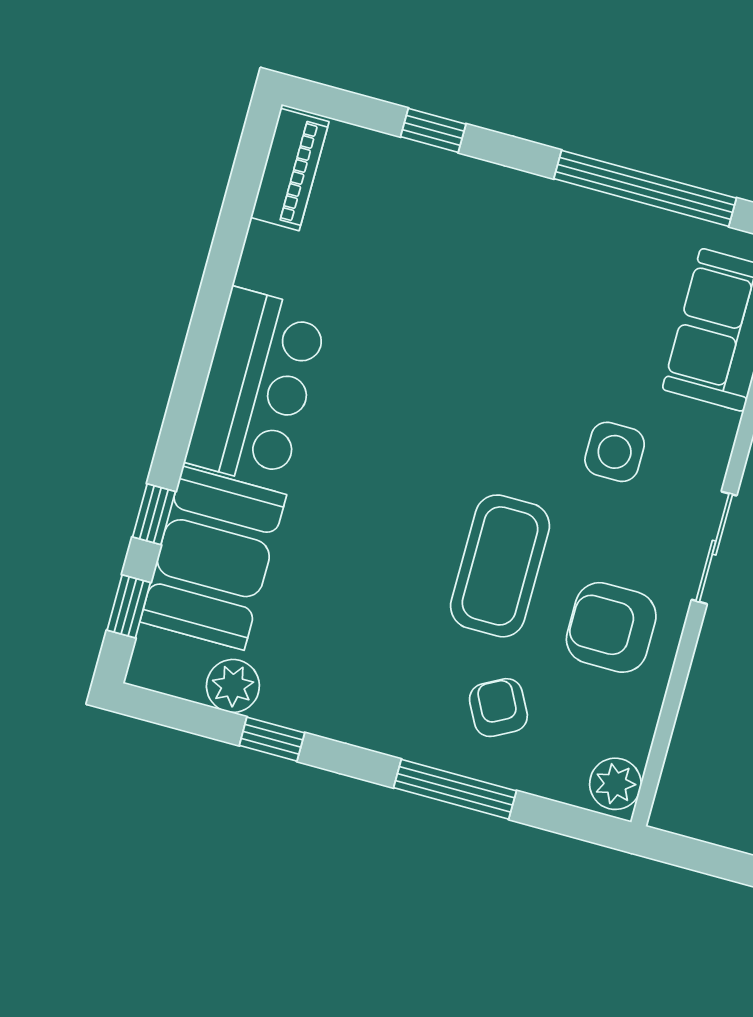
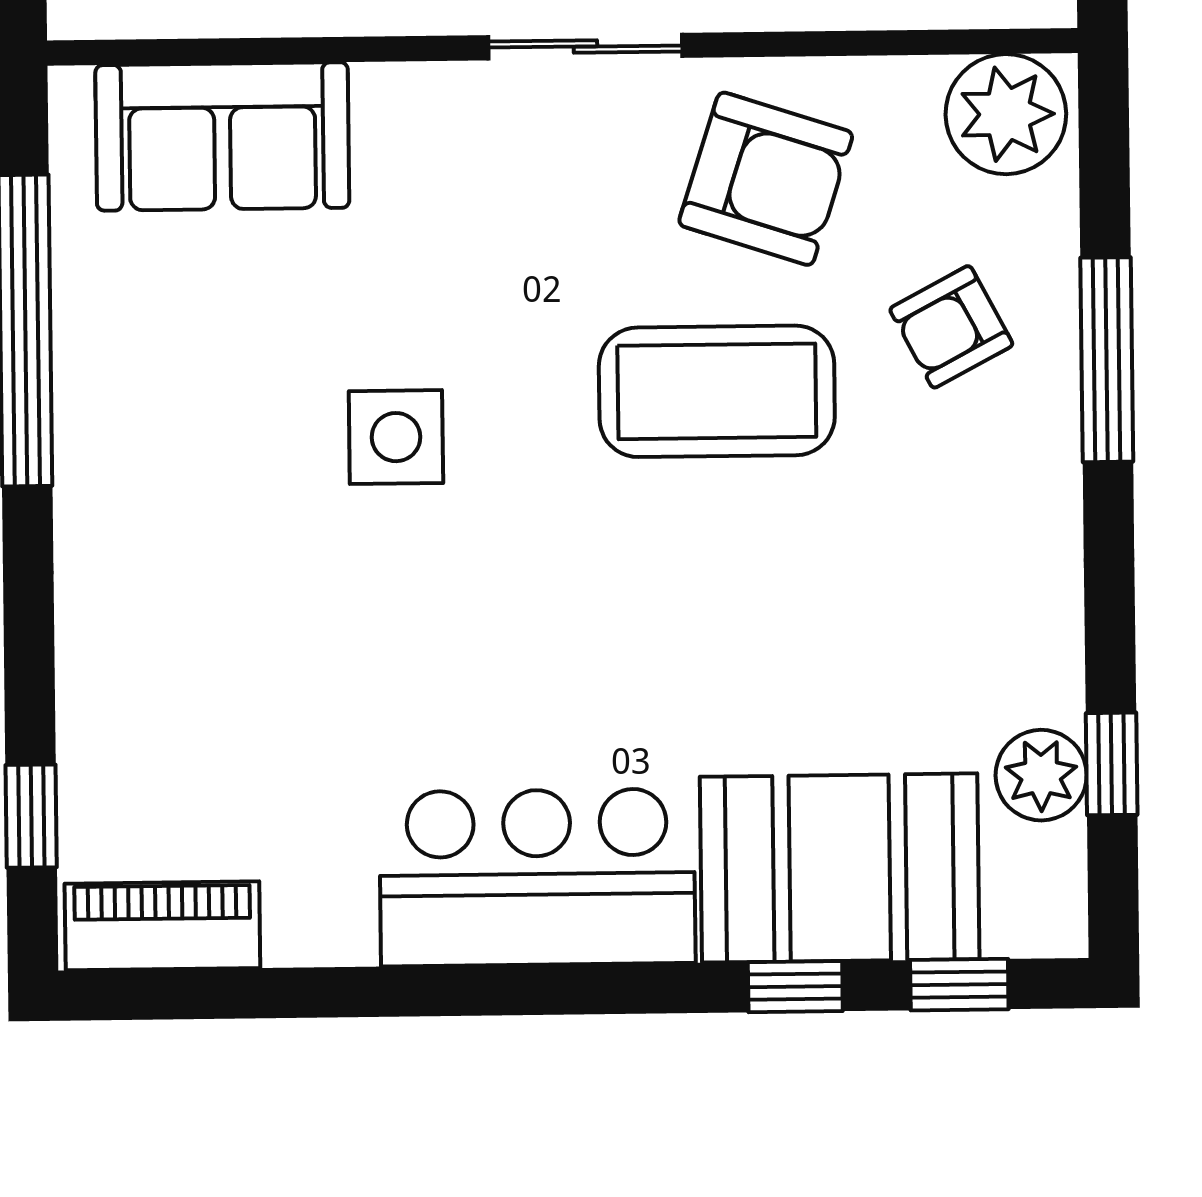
window: (433, 130) -> (31, 816), moved
side table: (615, 452) -> (396, 437), moved
armchair: (611, 627) -> (766, 179), turned -72
window: (272, 739) -> (1112, 764), moved
plant: (615, 784) -> (1006, 114), width x1.36, depth x1.36

